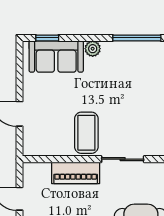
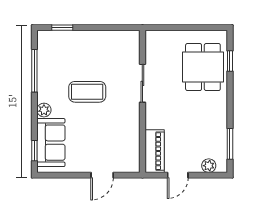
coffee table: (86, 133) -> (87, 92), moved
piano: (76, 173) -> (155, 151), moved

